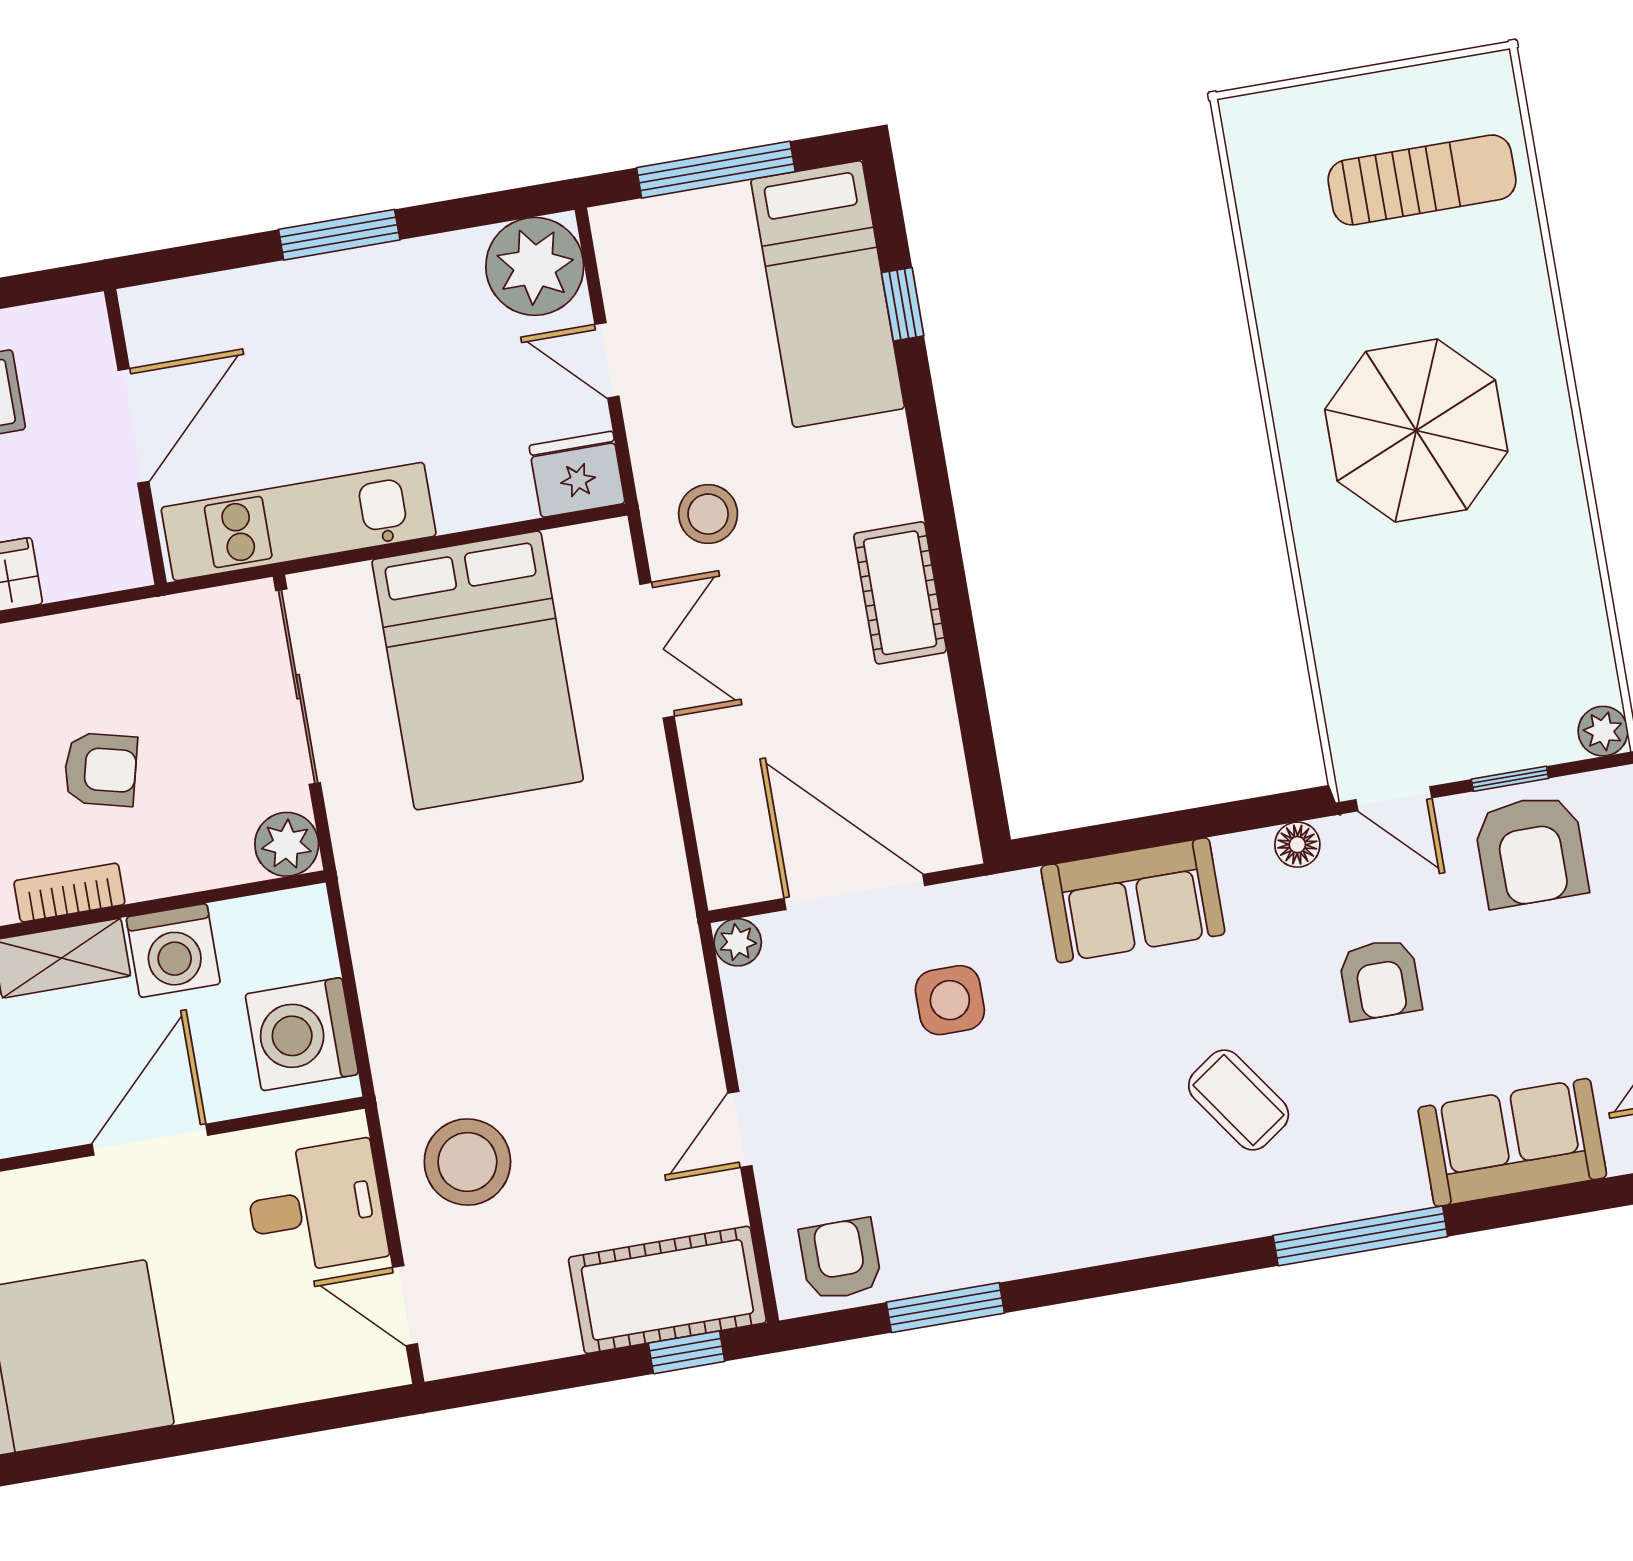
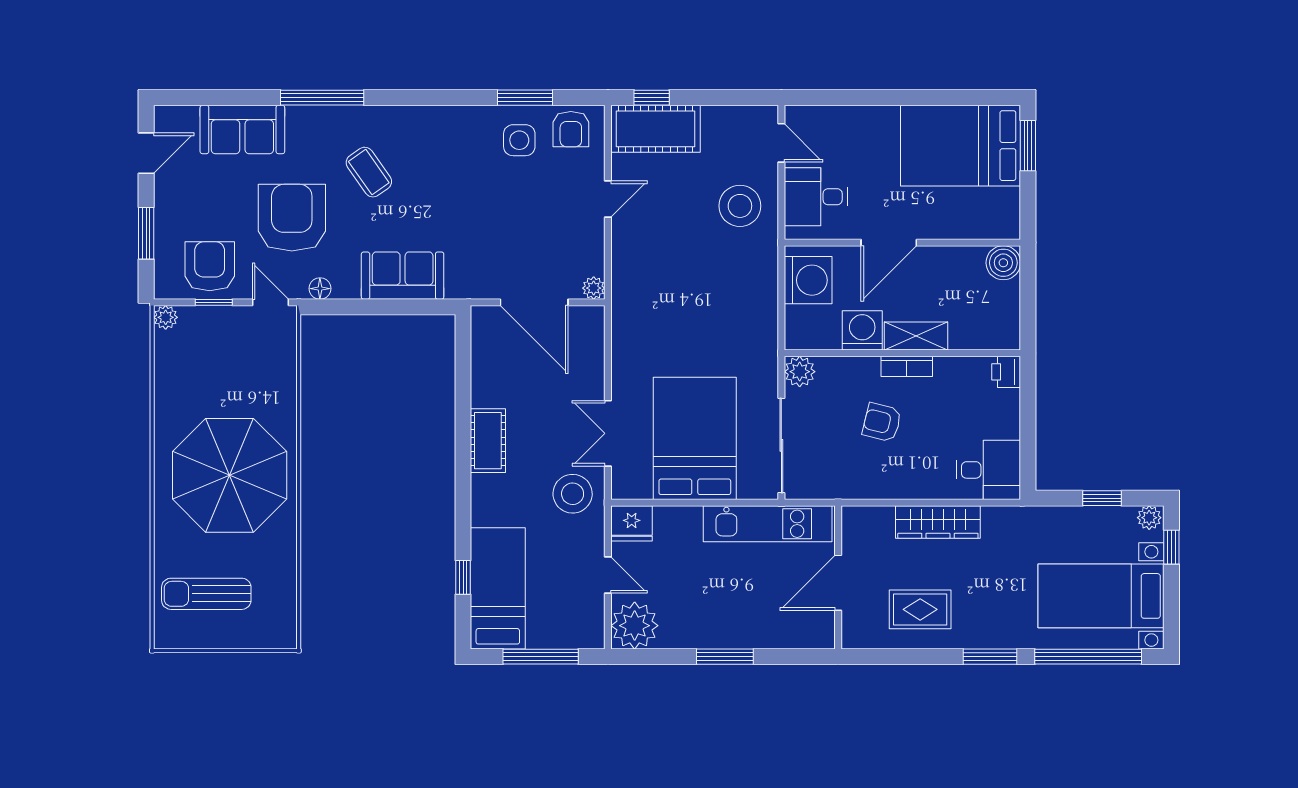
parasol: (1416, 431) -> (230, 475), width x1.36, depth x1.36
stool: (708, 514) -> (573, 494), width x1.38, depth x1.38
armchair: (1380, 979) -> (292, 218), width x1.88, depth x1.88
side table: (950, 1000) -> (519, 140), moved

